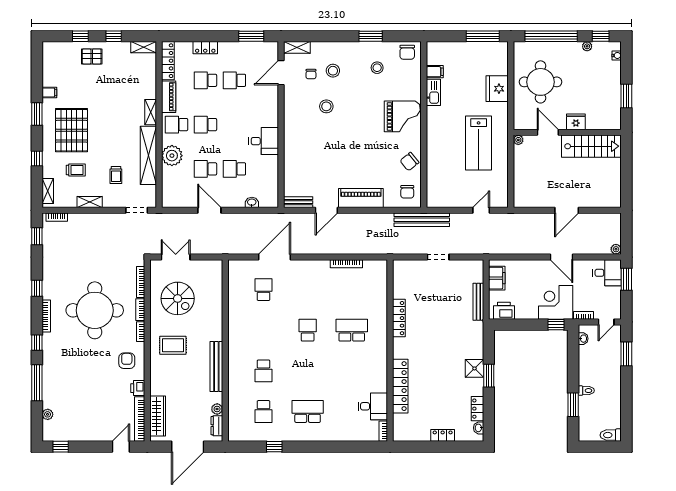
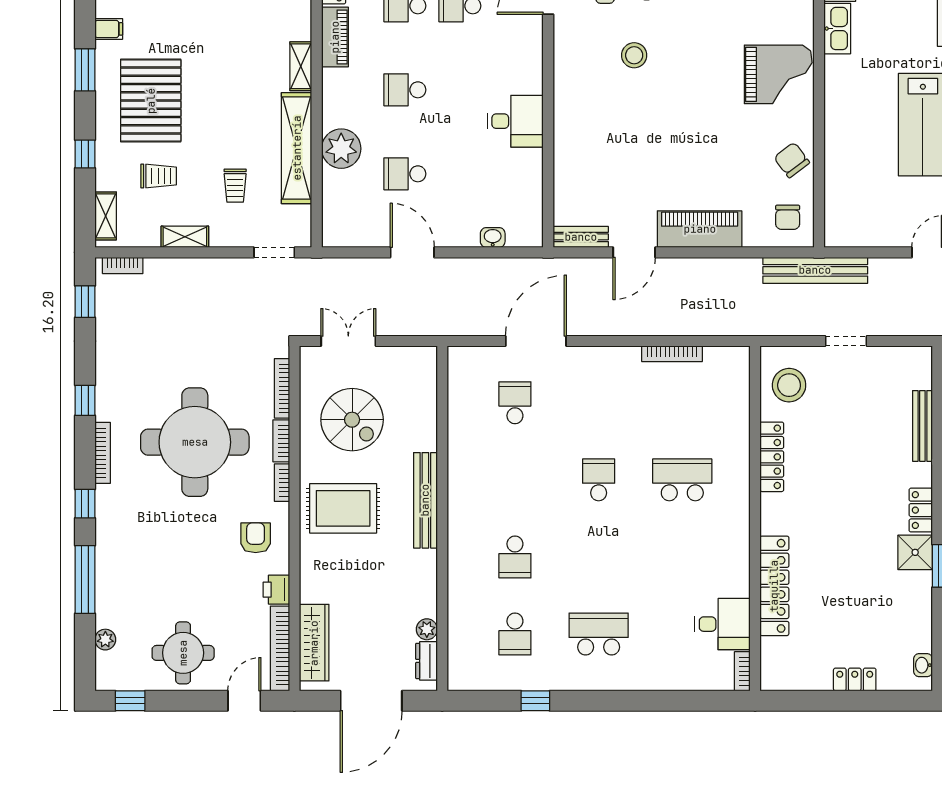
school desk: (176, 125) -> (350, 90), removed
chair: (409, 162) -> (792, 160), turned 92
school desk: (234, 169) -> (460, 174), removed
stool: (408, 280) -> (789, 385), added
rug: (173, 345) -> (343, 508), width x1.36, depth x1.43
bench: (216, 366) -> (425, 500), moved
locker: (477, 409) -> (921, 510), moved
round table: (89, 421) -> (183, 653), added

